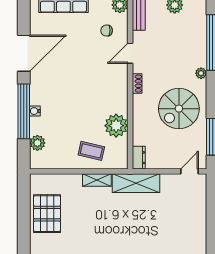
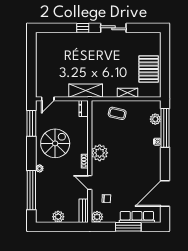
door: (24, 53) -> (165, 194), moved
door: (130, 53) -> (90, 183), swing flipped
window: (24, 111) -> (165, 128), moved
plant: (116, 126) -> (100, 153), moved
shelving: (97, 180) -> (128, 93), moved

